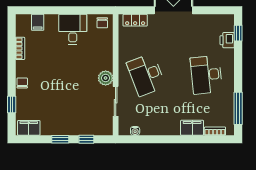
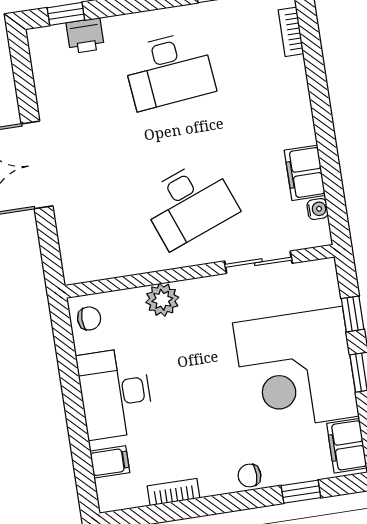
locker: (135, 20) -> (72, 246), removed
desk: (73, 29) -> (115, 393), width x1.37
plant: (106, 78) -> (162, 300), moved
corner desk: (66, 111) -> (296, 369), added
filing cabinet: (192, 128) -> (305, 173), moved

